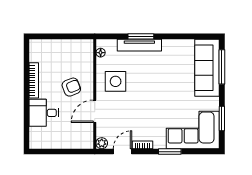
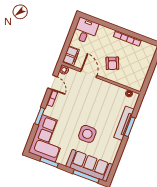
side table: (116, 81) -> (87, 134), moved
desk: (44, 113) -> (85, 31), moved
filing cabinet: (81, 141) -> (71, 56), added

